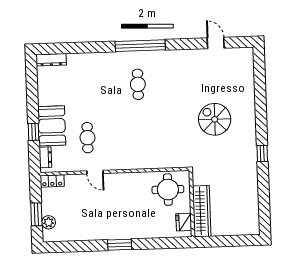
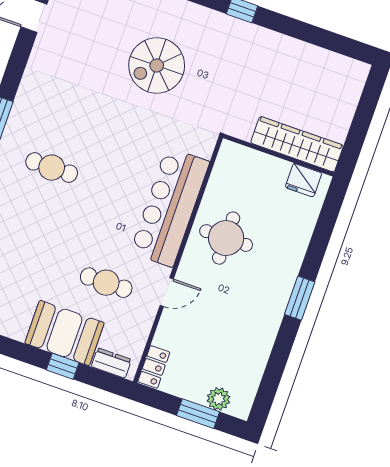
bar counter: (141, 156) -> (170, 207), added
round table: (168, 190) -> (226, 238), moved

